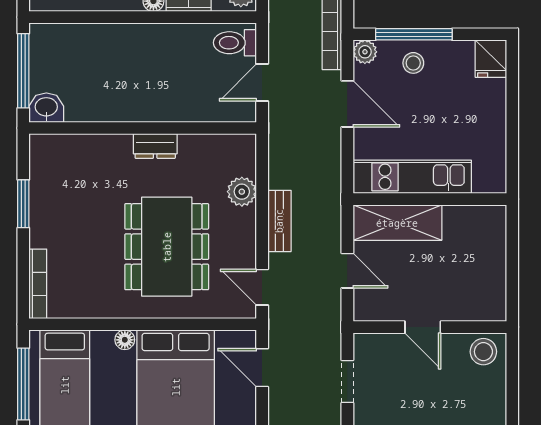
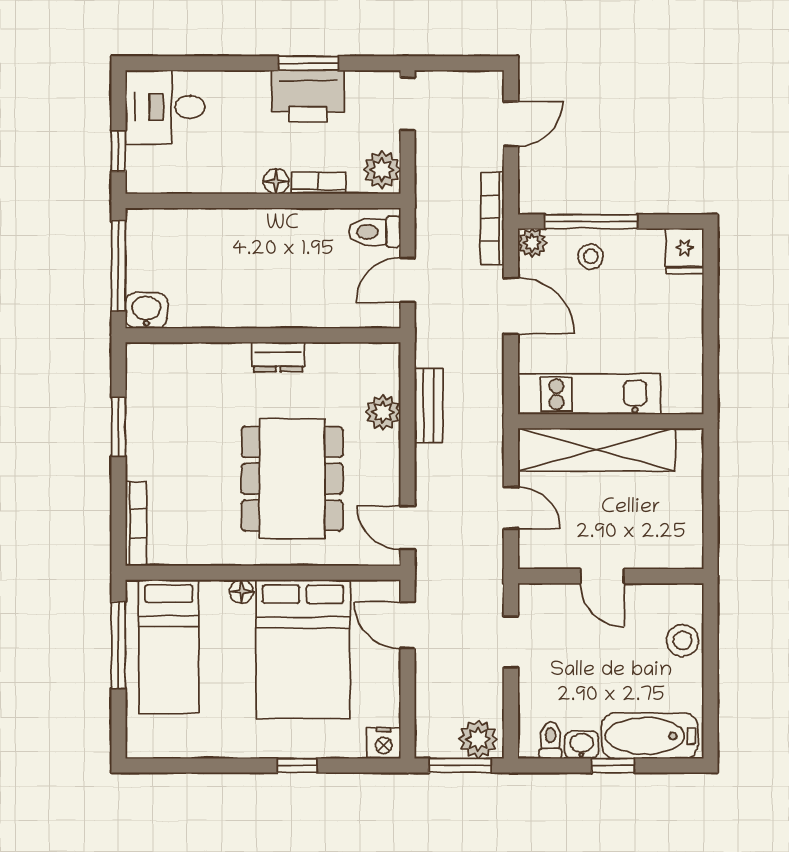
bench: (279, 221) -> (429, 405), moved
shelving: (397, 223) -> (597, 450), width x1.47
stool: (483, 352) -> (683, 640), moved

